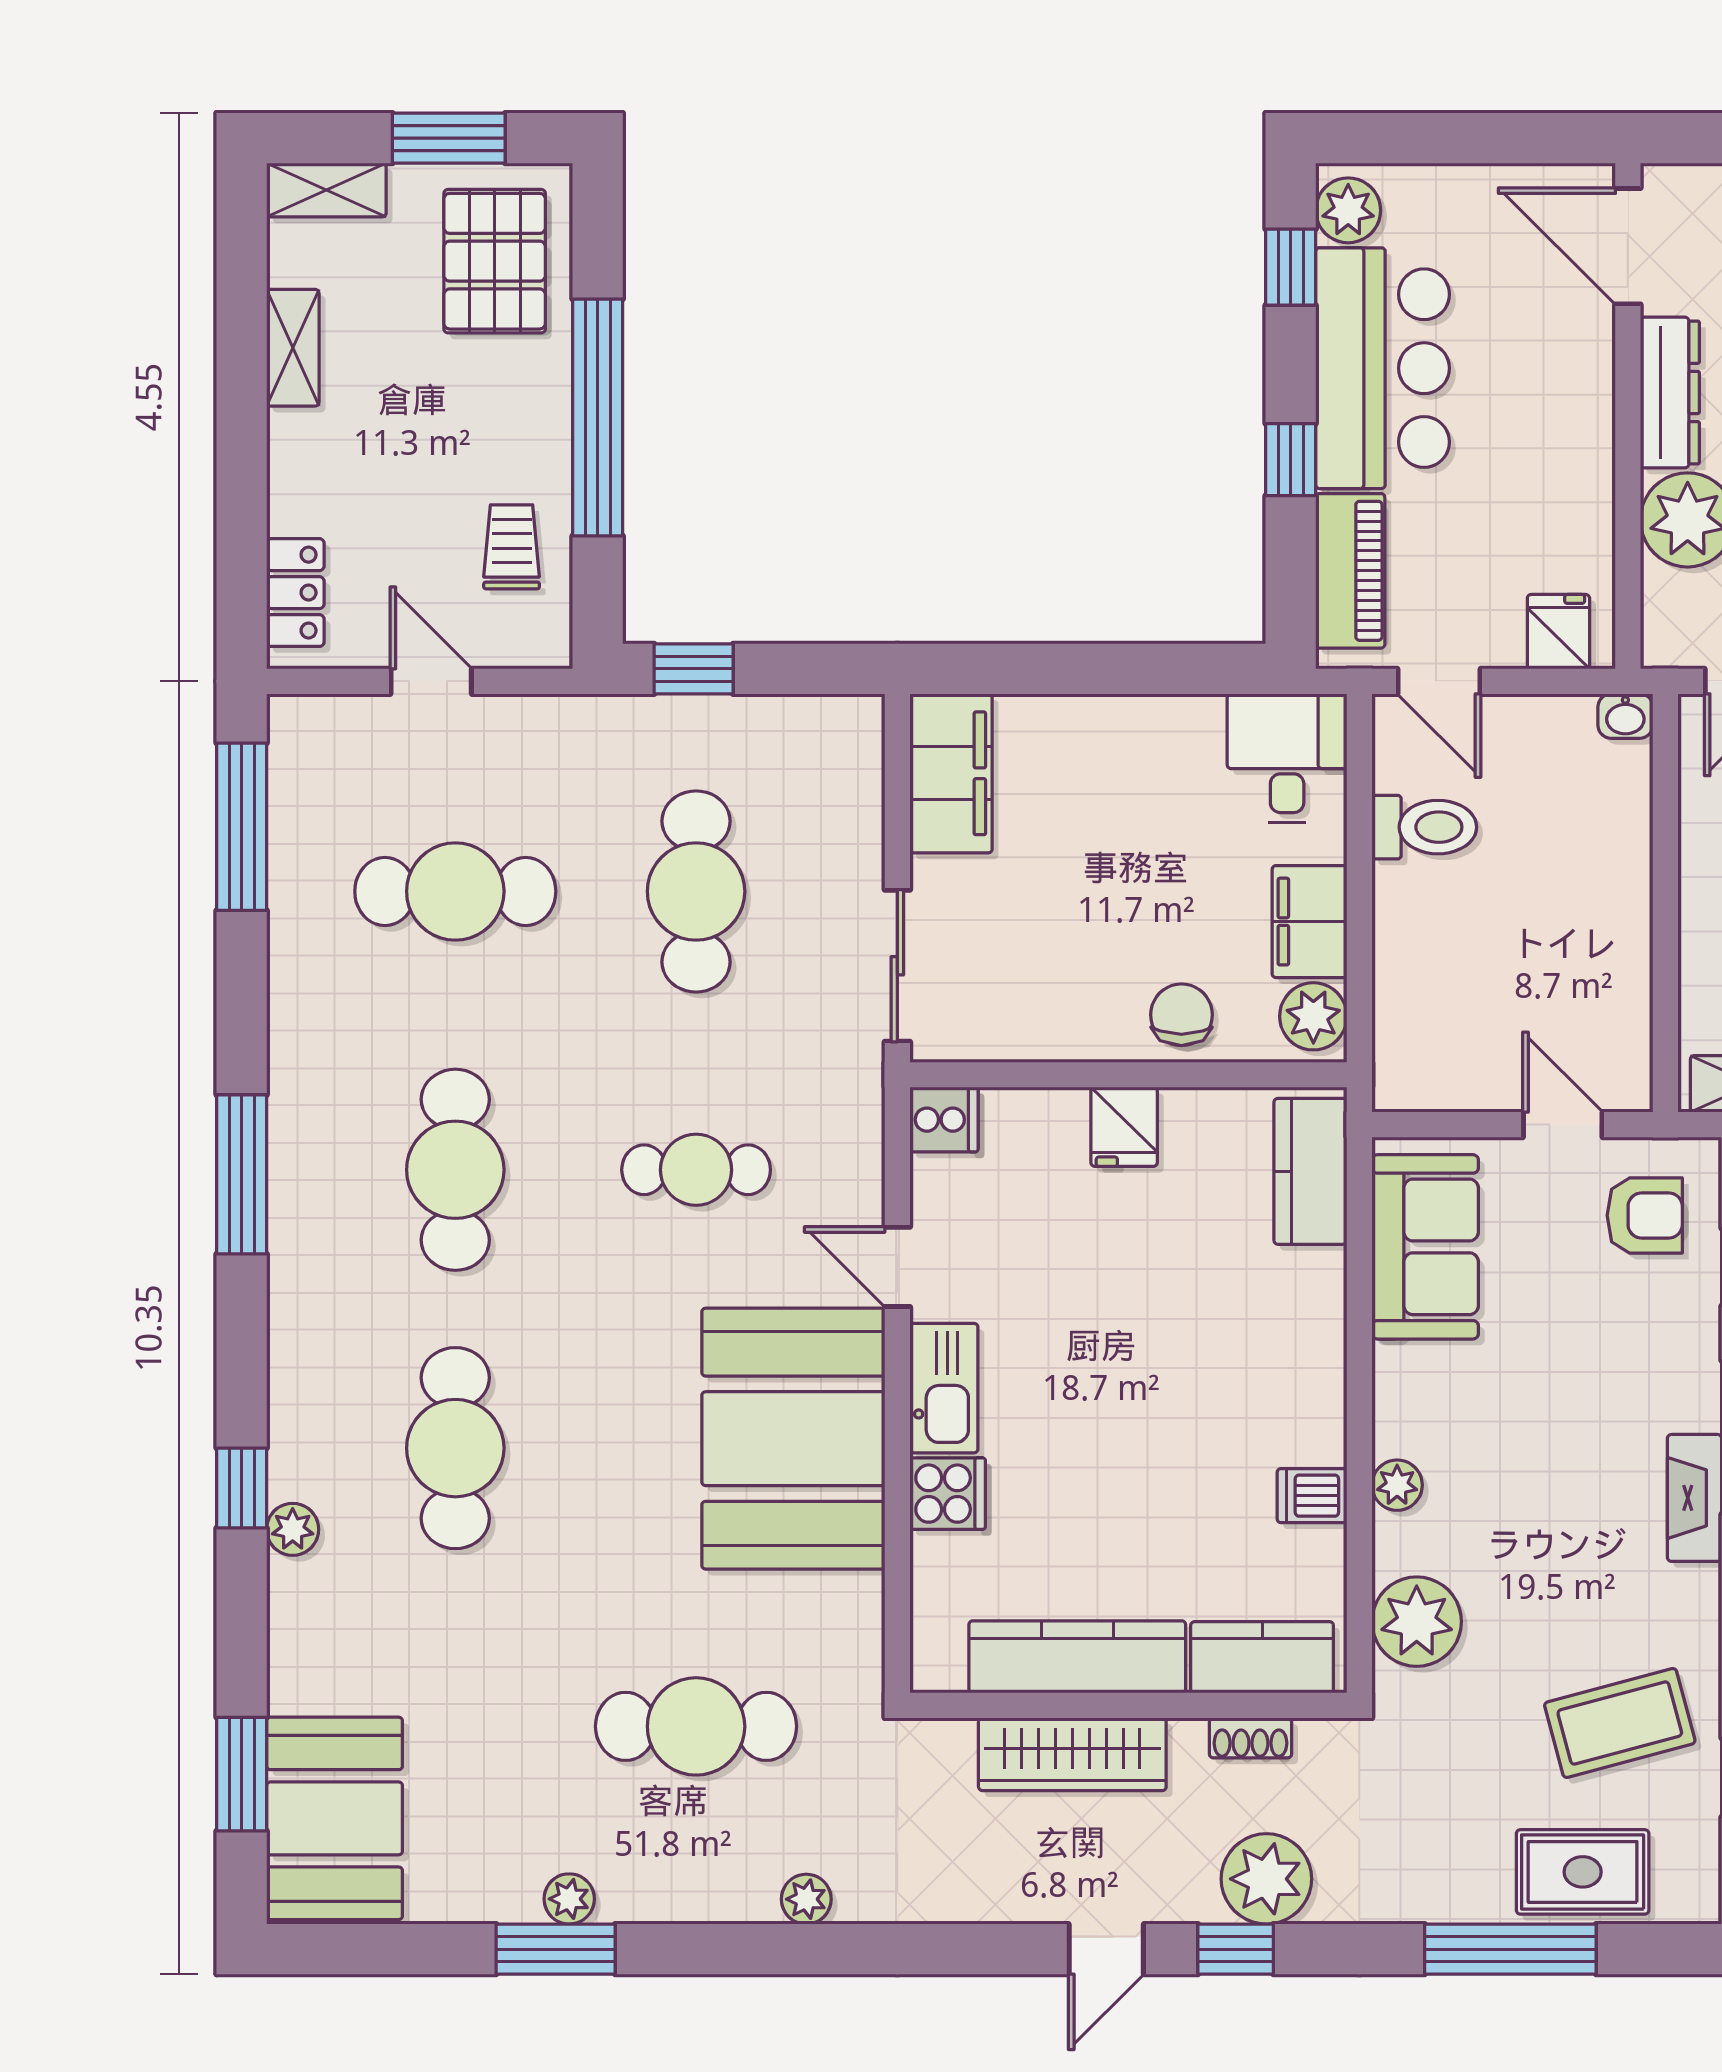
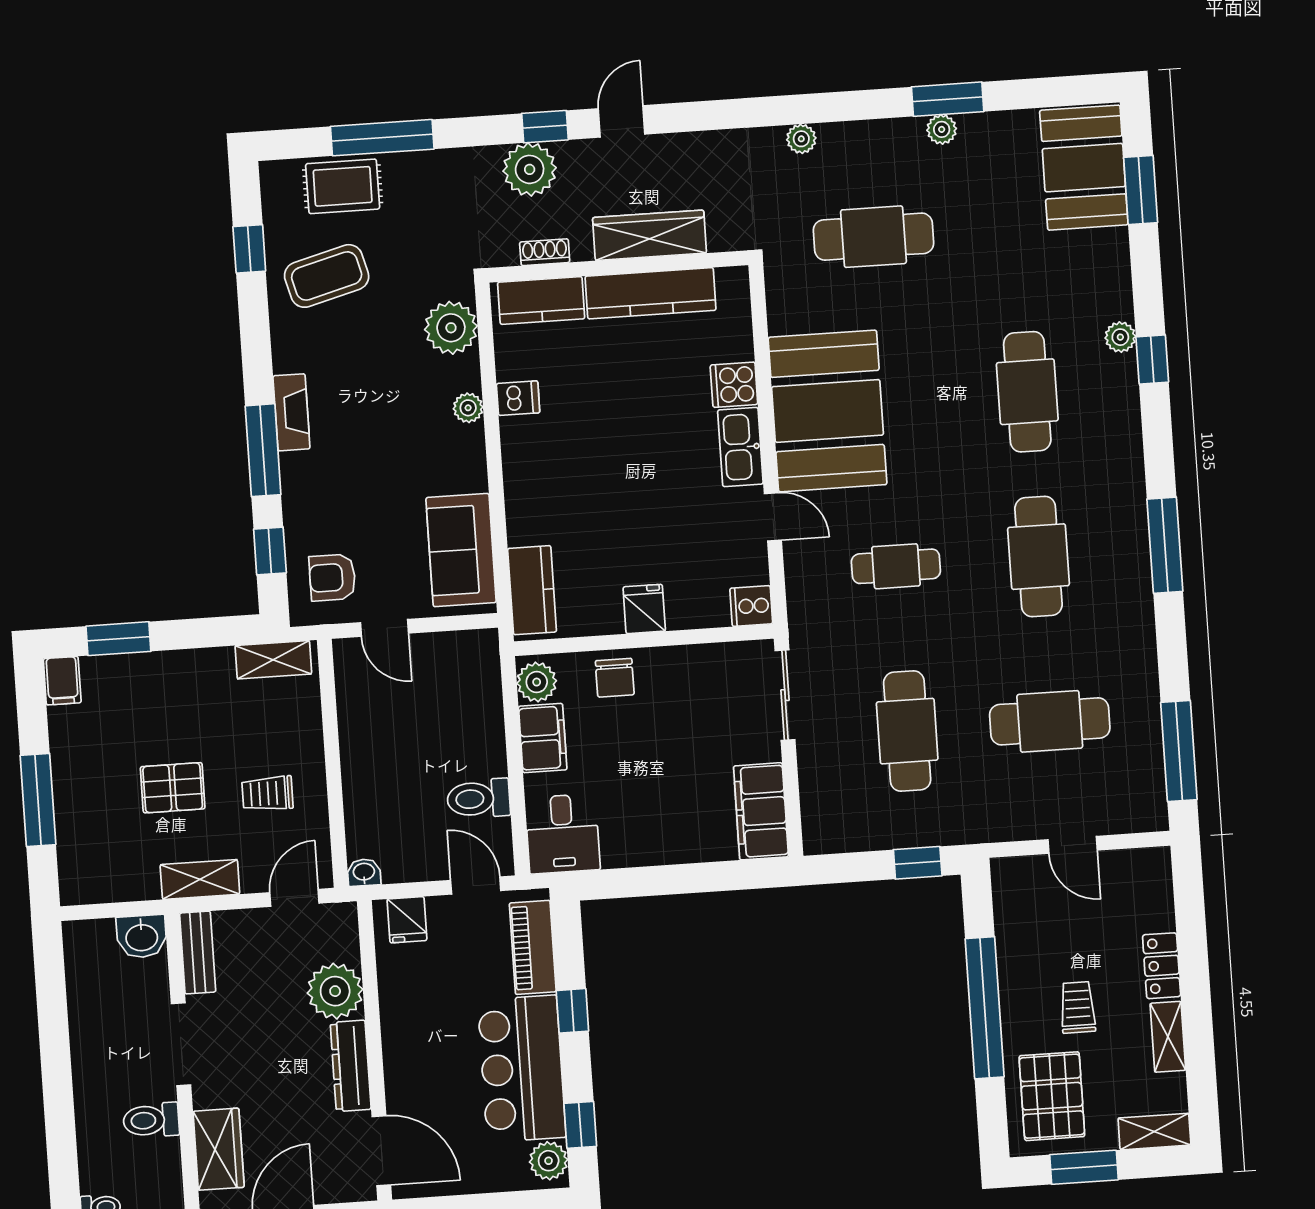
trolley: (512, 547) -> (1078, 1007), moved, turned 180
locker: (295, 593) -> (1162, 966), moved

